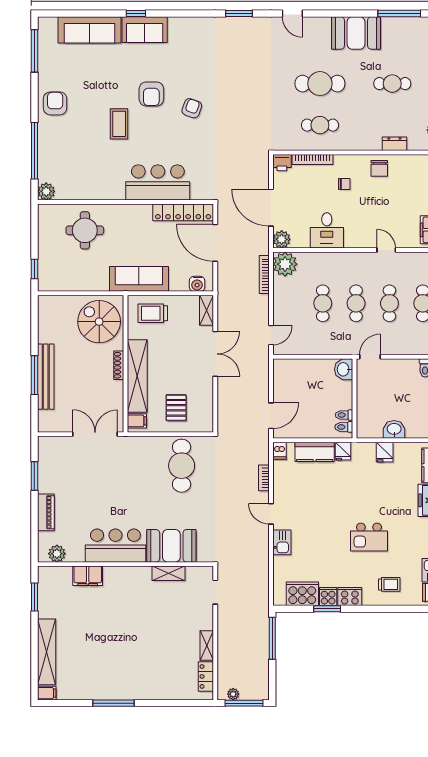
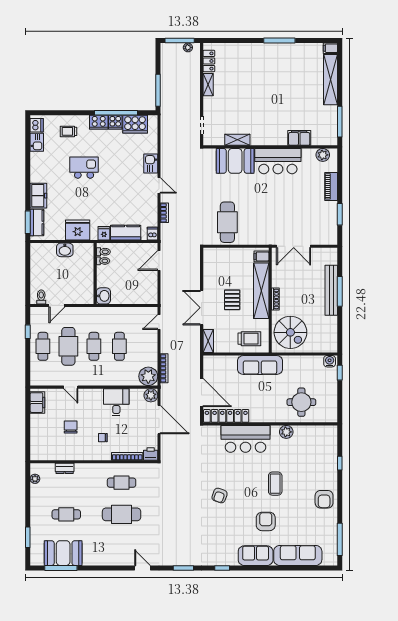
window: (136, 13) -> (222, 568), moved
booth: (356, 33) -> (63, 553), moved
armchair: (151, 94) -> (266, 521), moved
window: (34, 151) -> (340, 463), width x0.32
chair: (379, 168) -> (71, 427), moved
plant: (46, 191) -> (286, 432), moved
water cooler: (197, 284) -> (330, 361), moved
cafe table: (389, 303) -> (68, 346), width x1.37, depth x1.35
door: (370, 357) -> (57, 305), moved
pallet: (176, 408) -> (232, 300), moved
fridge: (385, 452) -> (78, 230), width x1.88, depth x1.34
window: (34, 597) -> (340, 122), width x1.44
window: (327, 609) -> (116, 113), width x2.11

